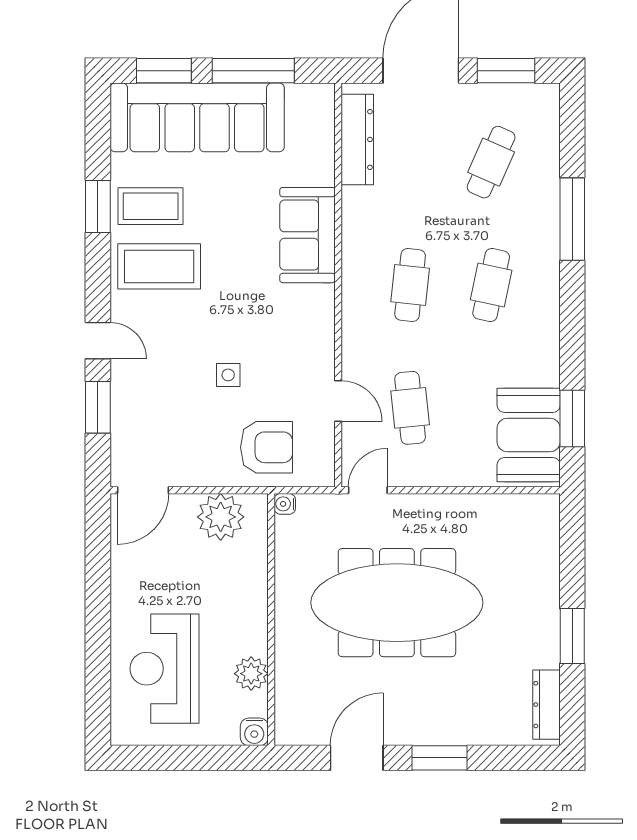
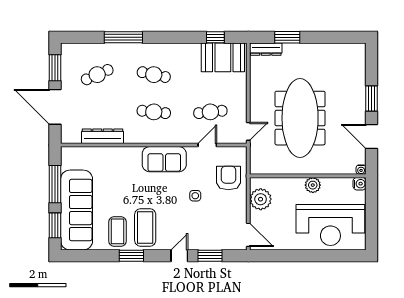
dresser: (357, 139) -> (103, 136), moved
cafe table: (491, 162) -> (97, 75), turned -48
window: (98, 206) -> (131, 256), moved
sofa: (307, 235) -> (164, 159), moved
window: (572, 419) -> (215, 37), width x0.67
door: (368, 490) -> (248, 131), swing flipped
water cooler: (285, 504) -> (361, 170), moved
window: (572, 636) -> (287, 37), moved
reception desk: (165, 669) -> (330, 225), width x1.36, depth x1.30
plant: (251, 674) -> (313, 185), moved
dresser: (546, 705) -> (266, 49), moved

